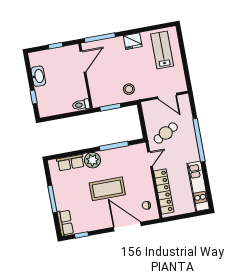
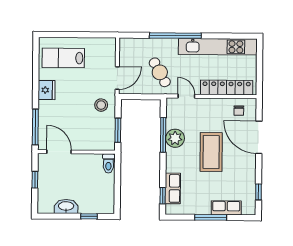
door: (167, 96) -> (117, 78), moved
window: (63, 155) -> (163, 196), added
plant: (92, 160) -> (175, 138), moved
kitchen unit: (198, 186) -> (218, 47), width x1.36
row of seats: (65, 223) -> (226, 208), moved
door: (127, 227) -> (259, 137), hinge flipped

